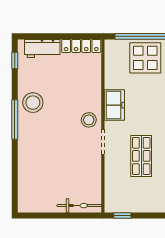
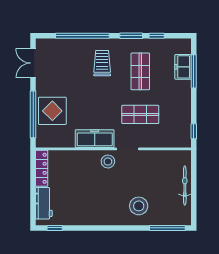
stool: (33, 103) -> (139, 206), moved
freezer: (114, 105) -> (95, 139), width x1.40
window: (15, 119) -> (167, 228), moved
bicycle: (79, 206) -> (185, 185), moved

